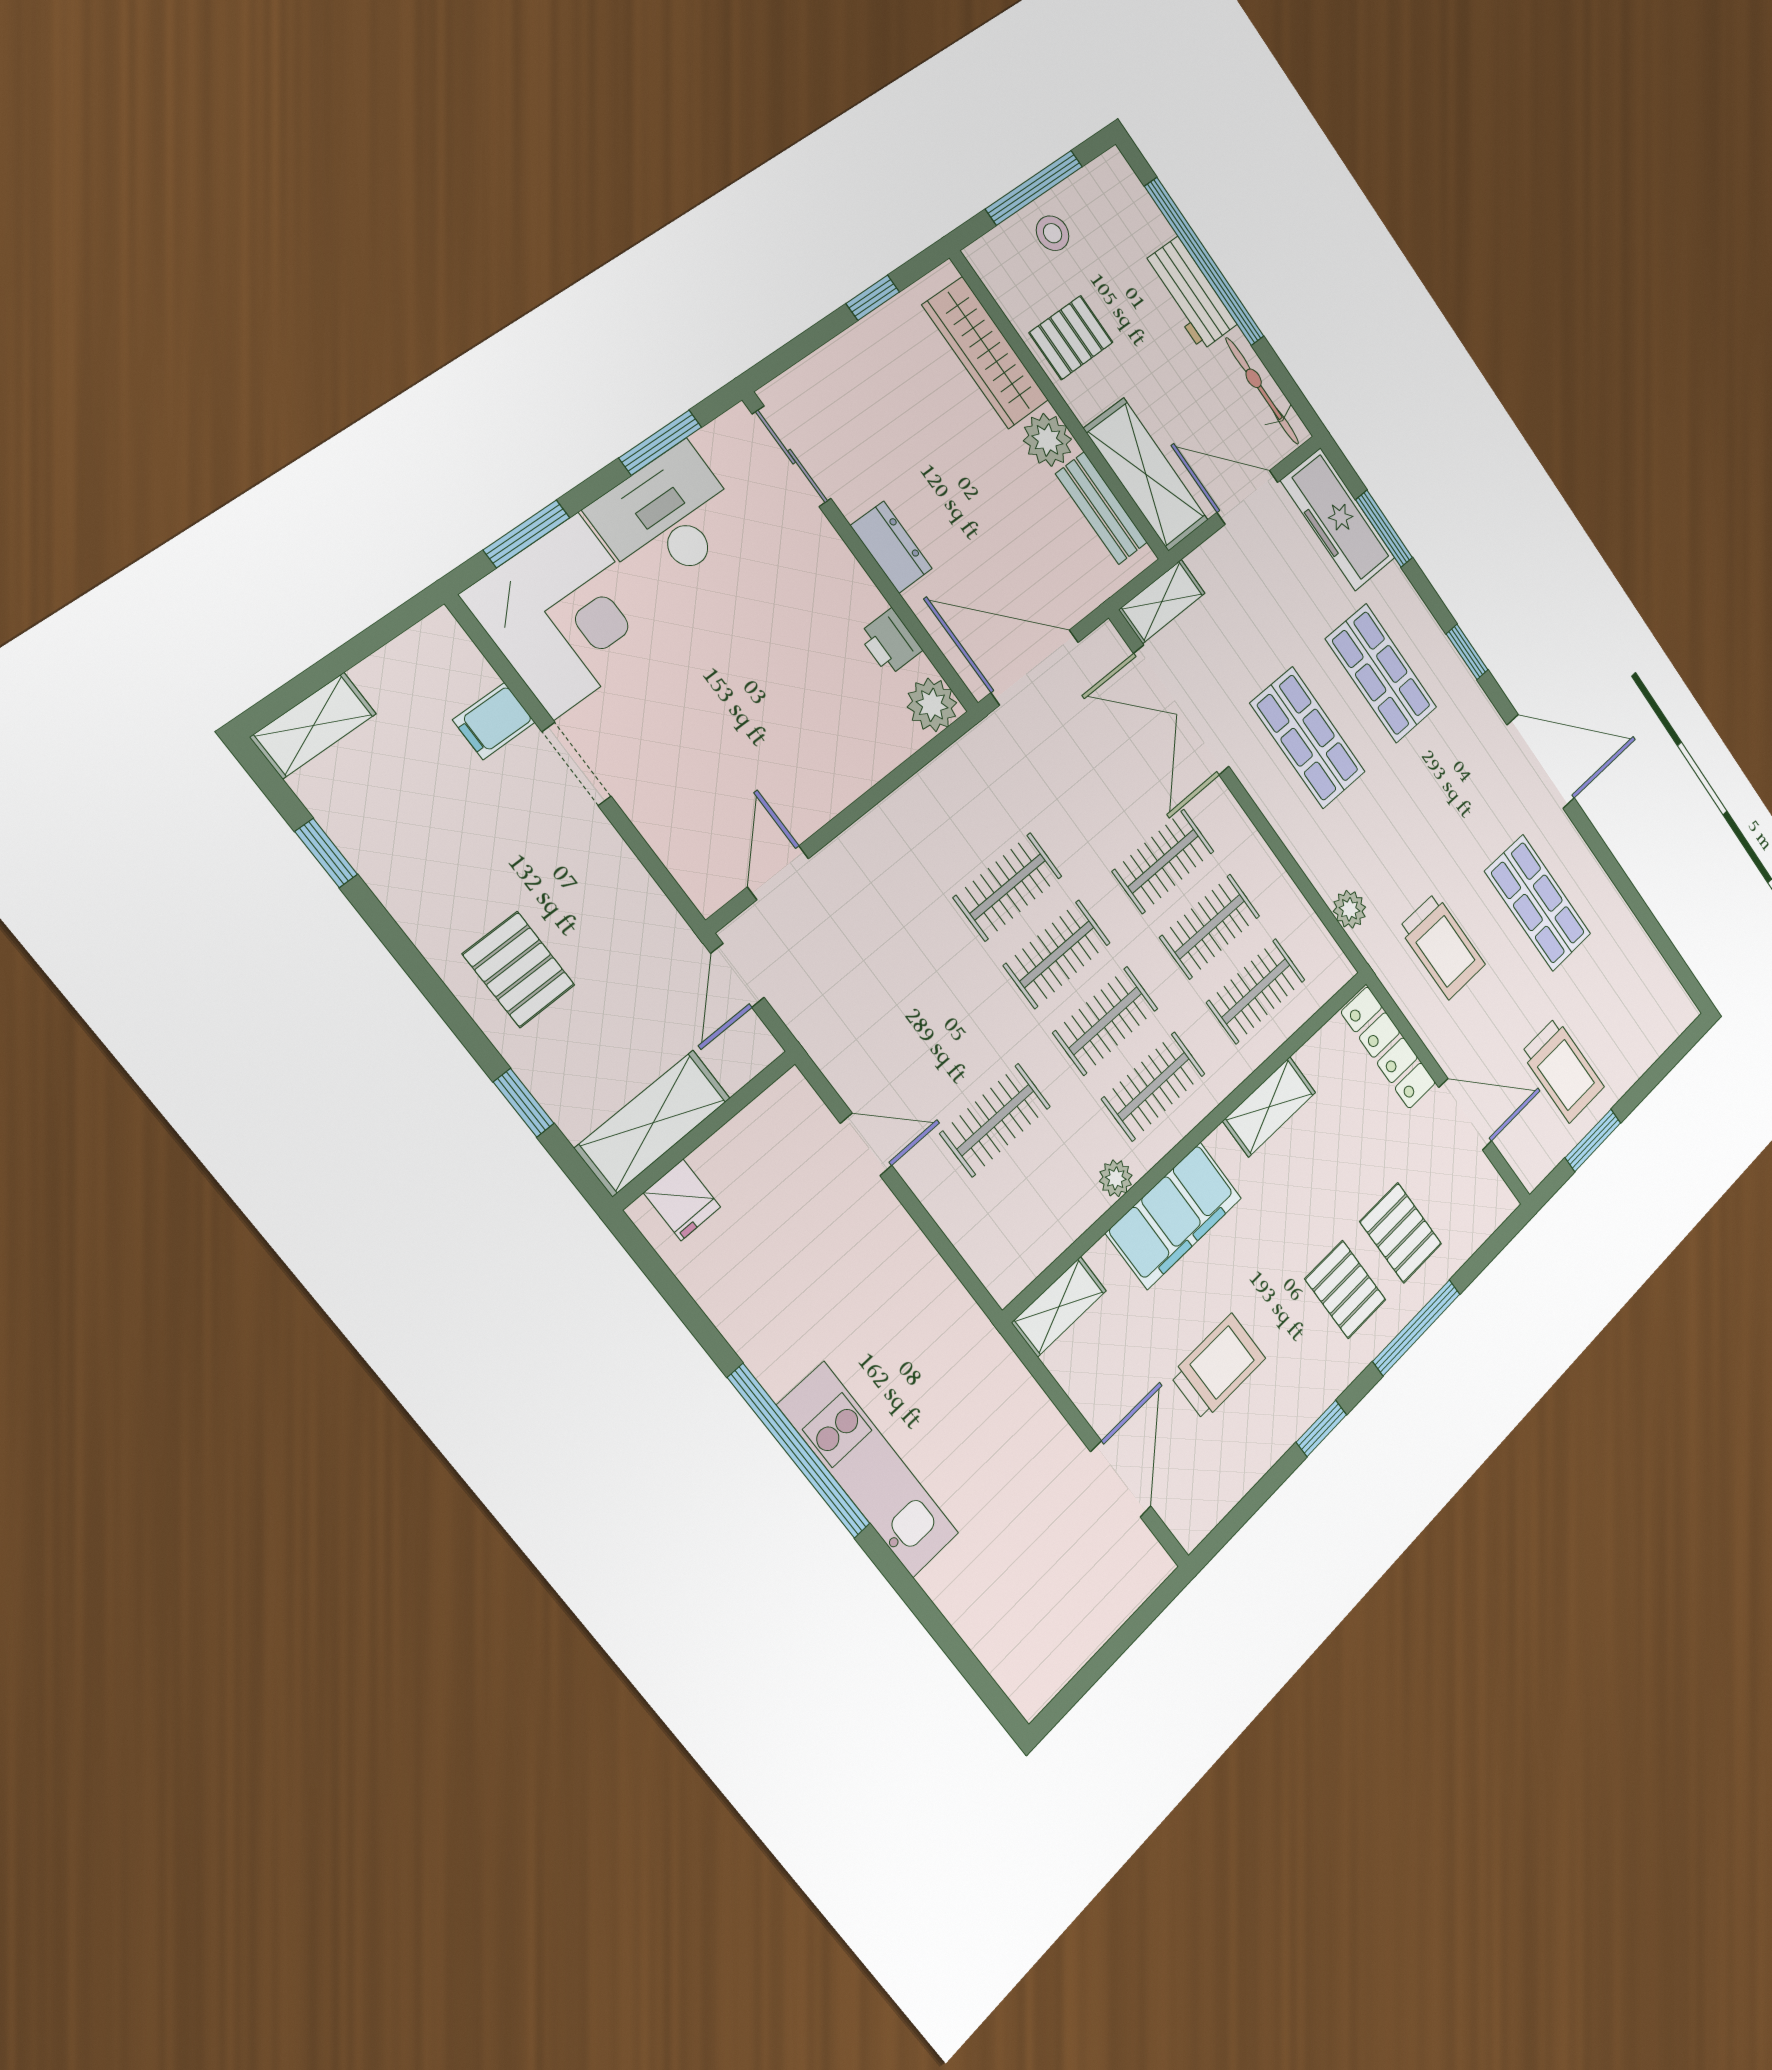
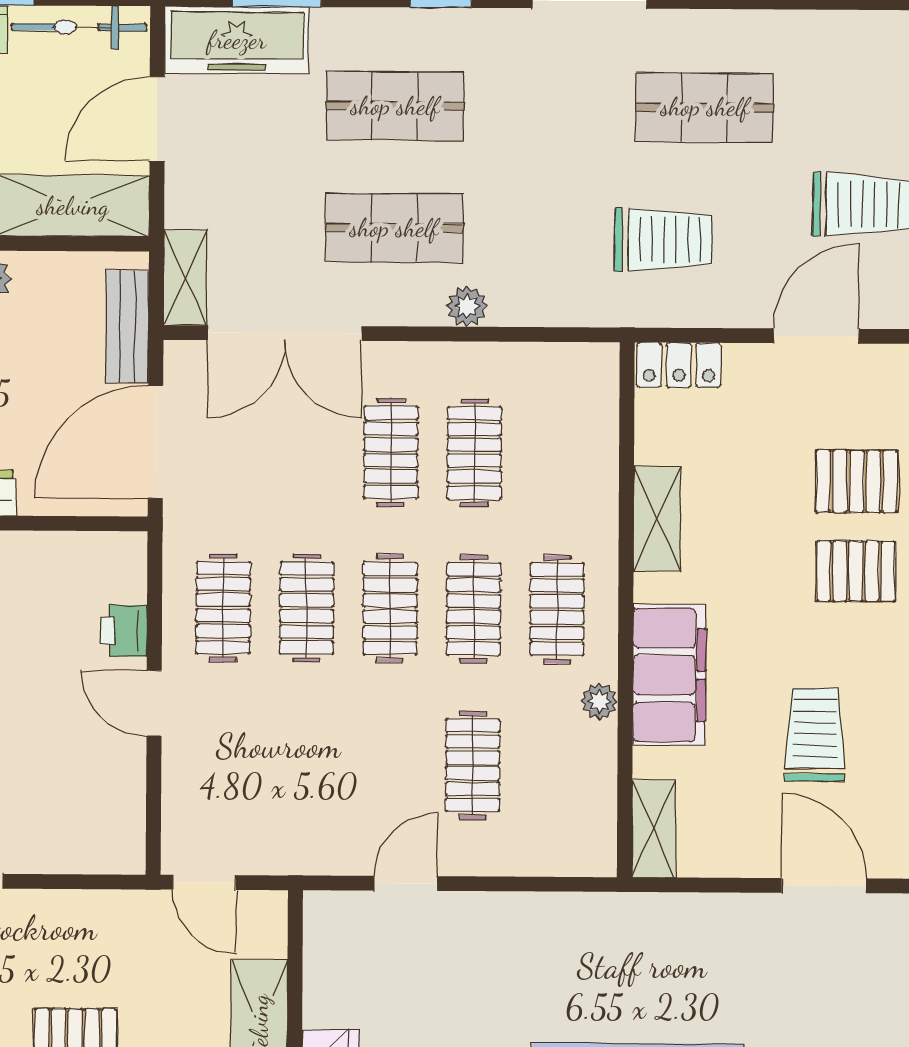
bench: (1102, 508) -> (127, 327), moved, turned 90
printer: (890, 642) -> (124, 631), moved, turned 90
plant: (932, 705) -> (121, 558), removed
door: (778, 873) -> (154, 703), moved
plant: (1350, 909) -> (467, 306), moved
clothes rail: (1256, 991) -> (223, 608), moved
locker: (1388, 1048) -> (679, 365), width x0.66

